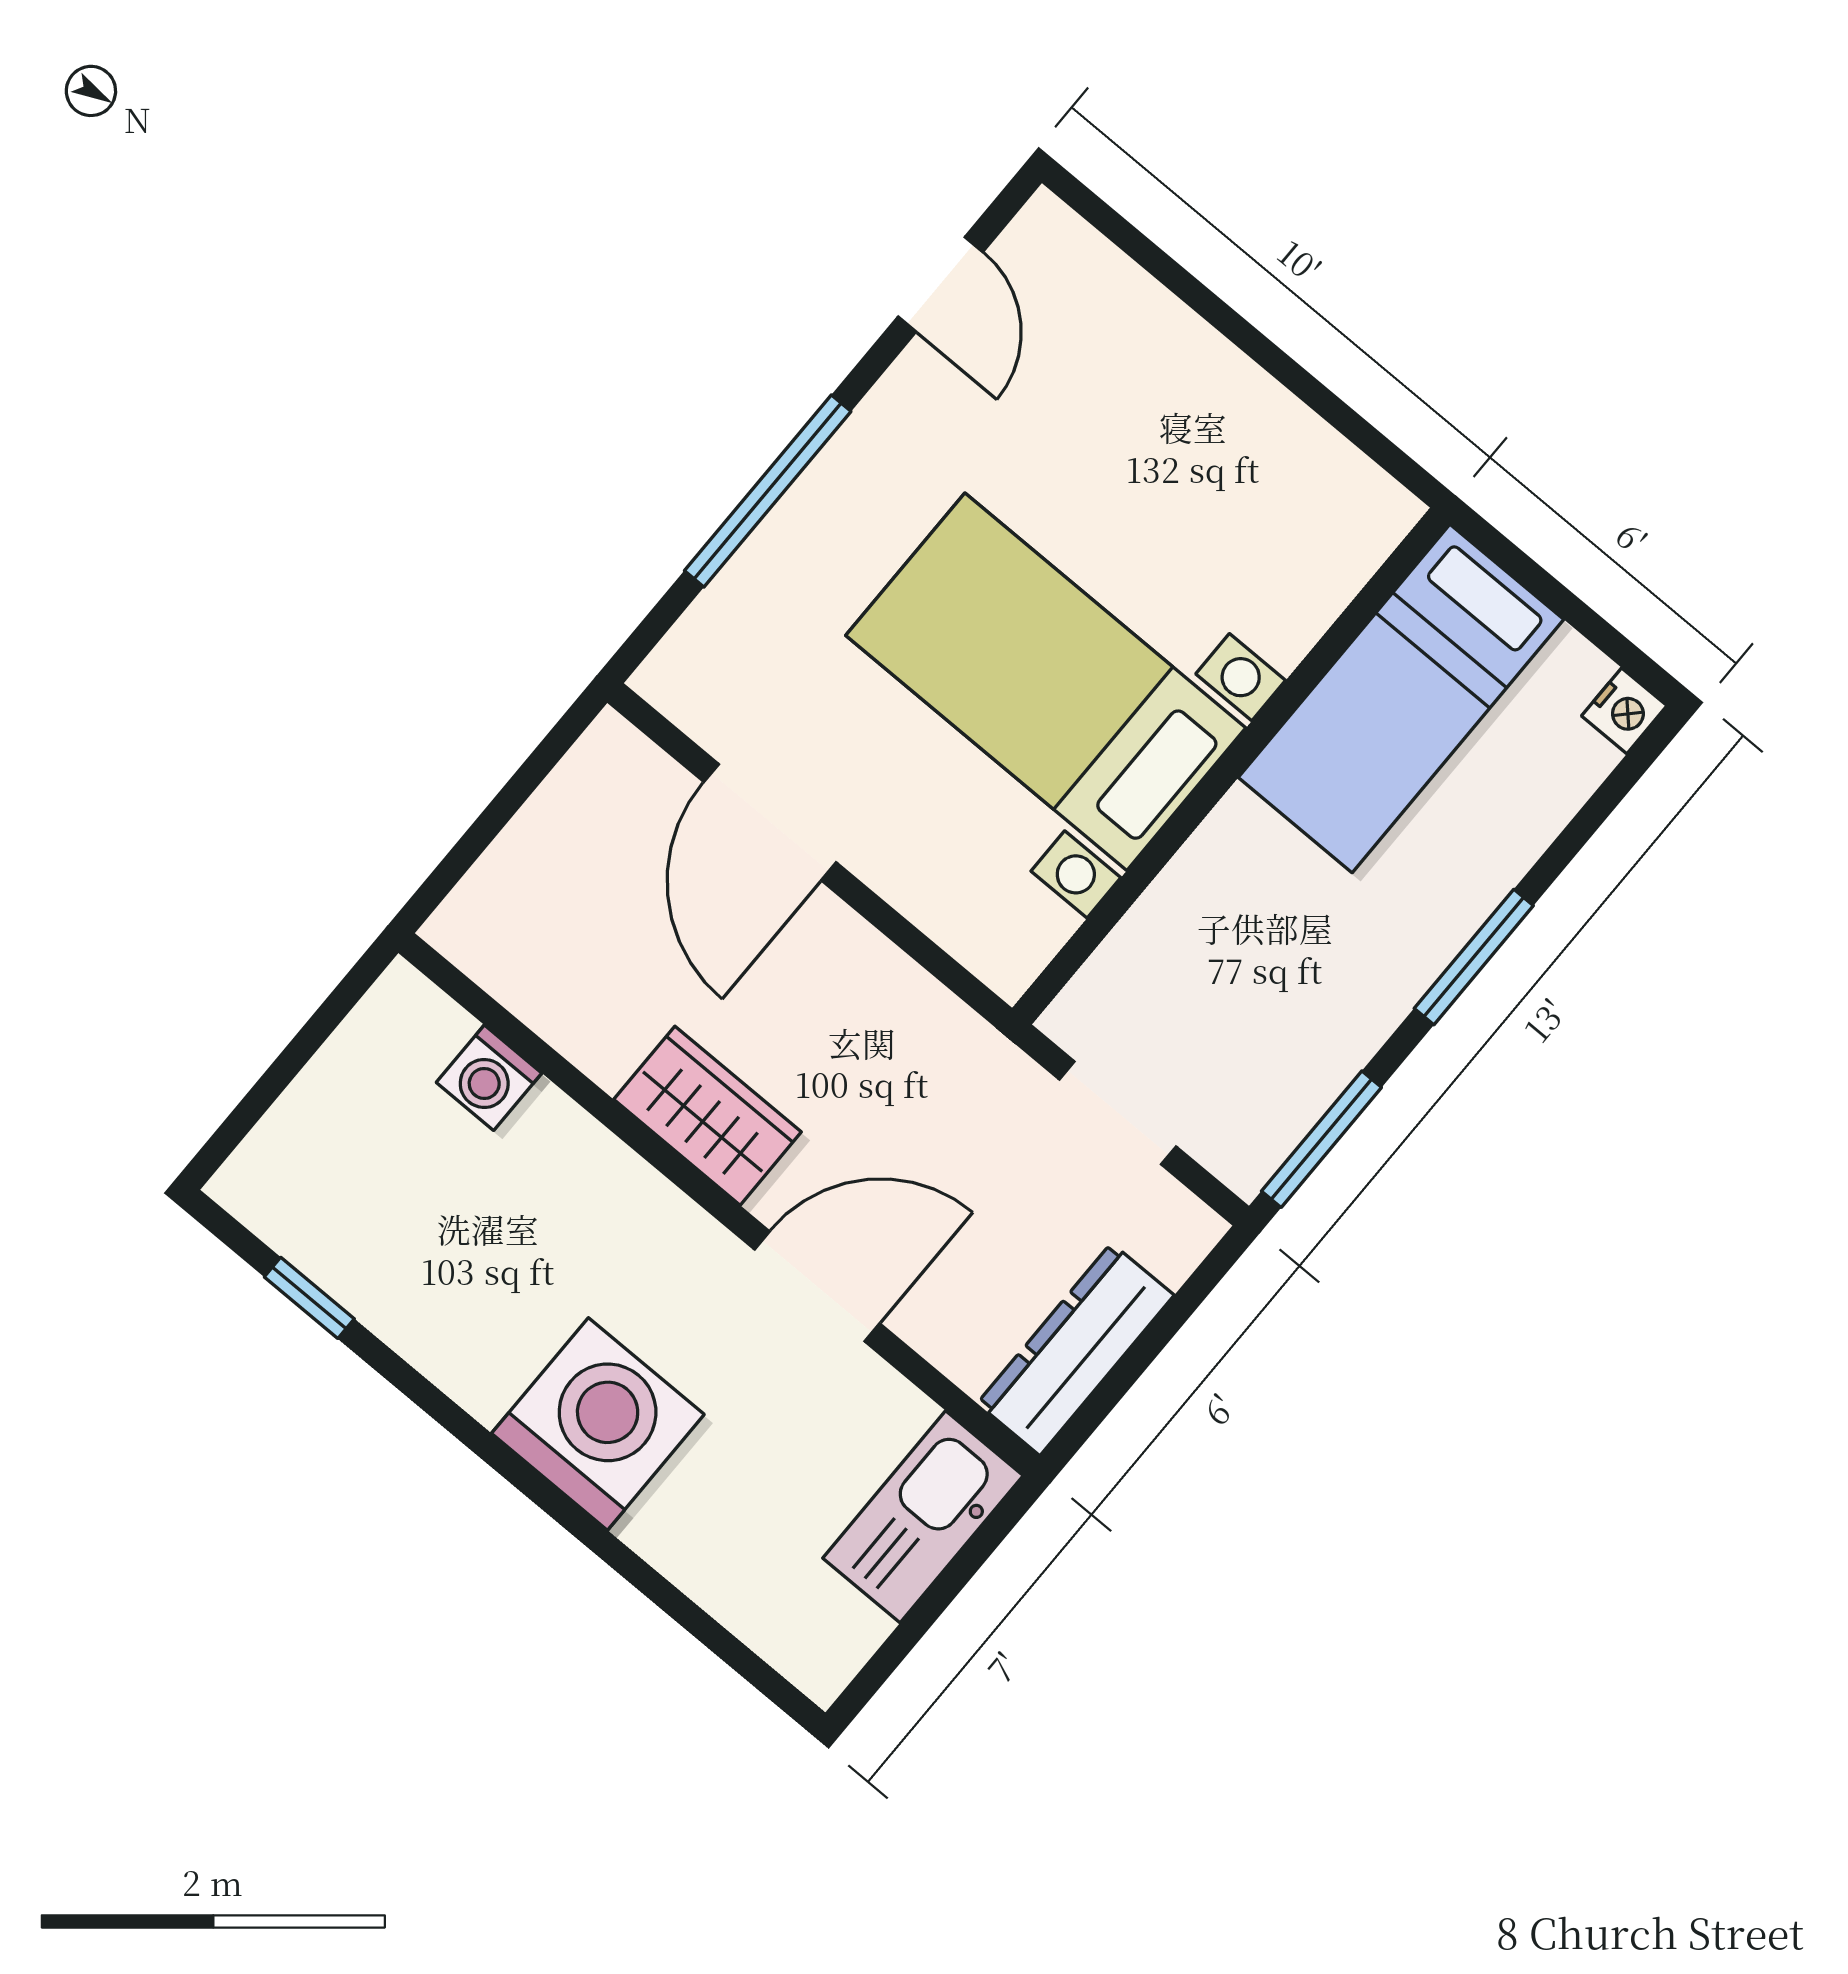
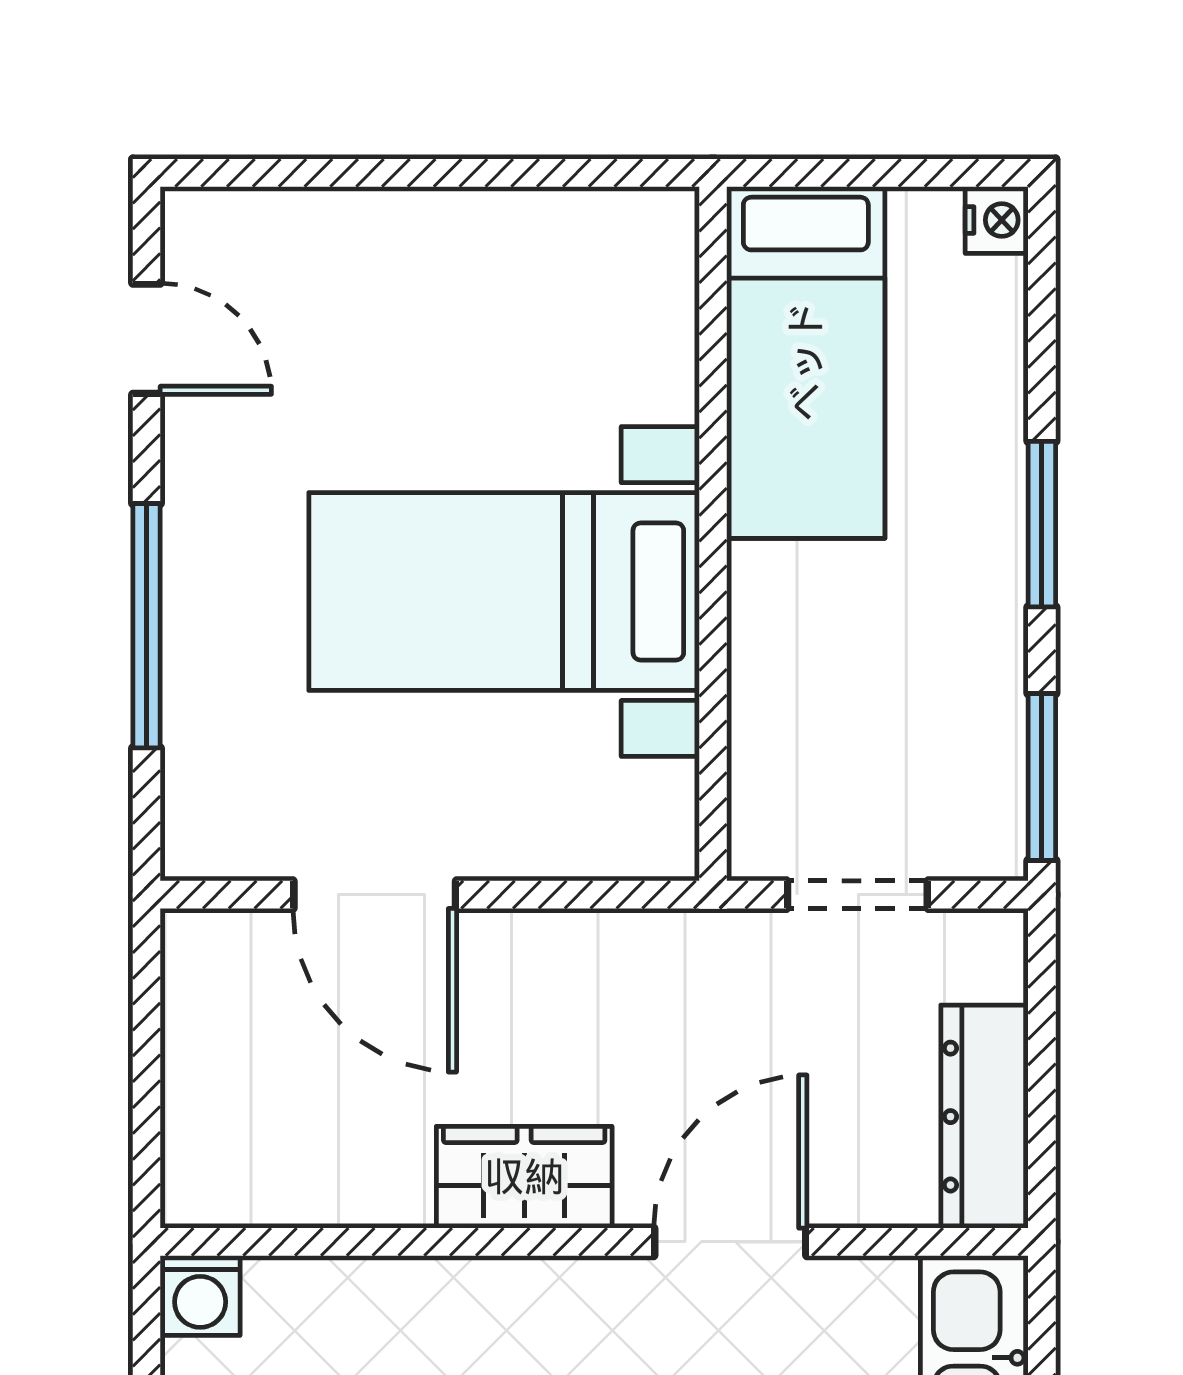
washing machine: (489, 1078) -> (200, 1296), moved

